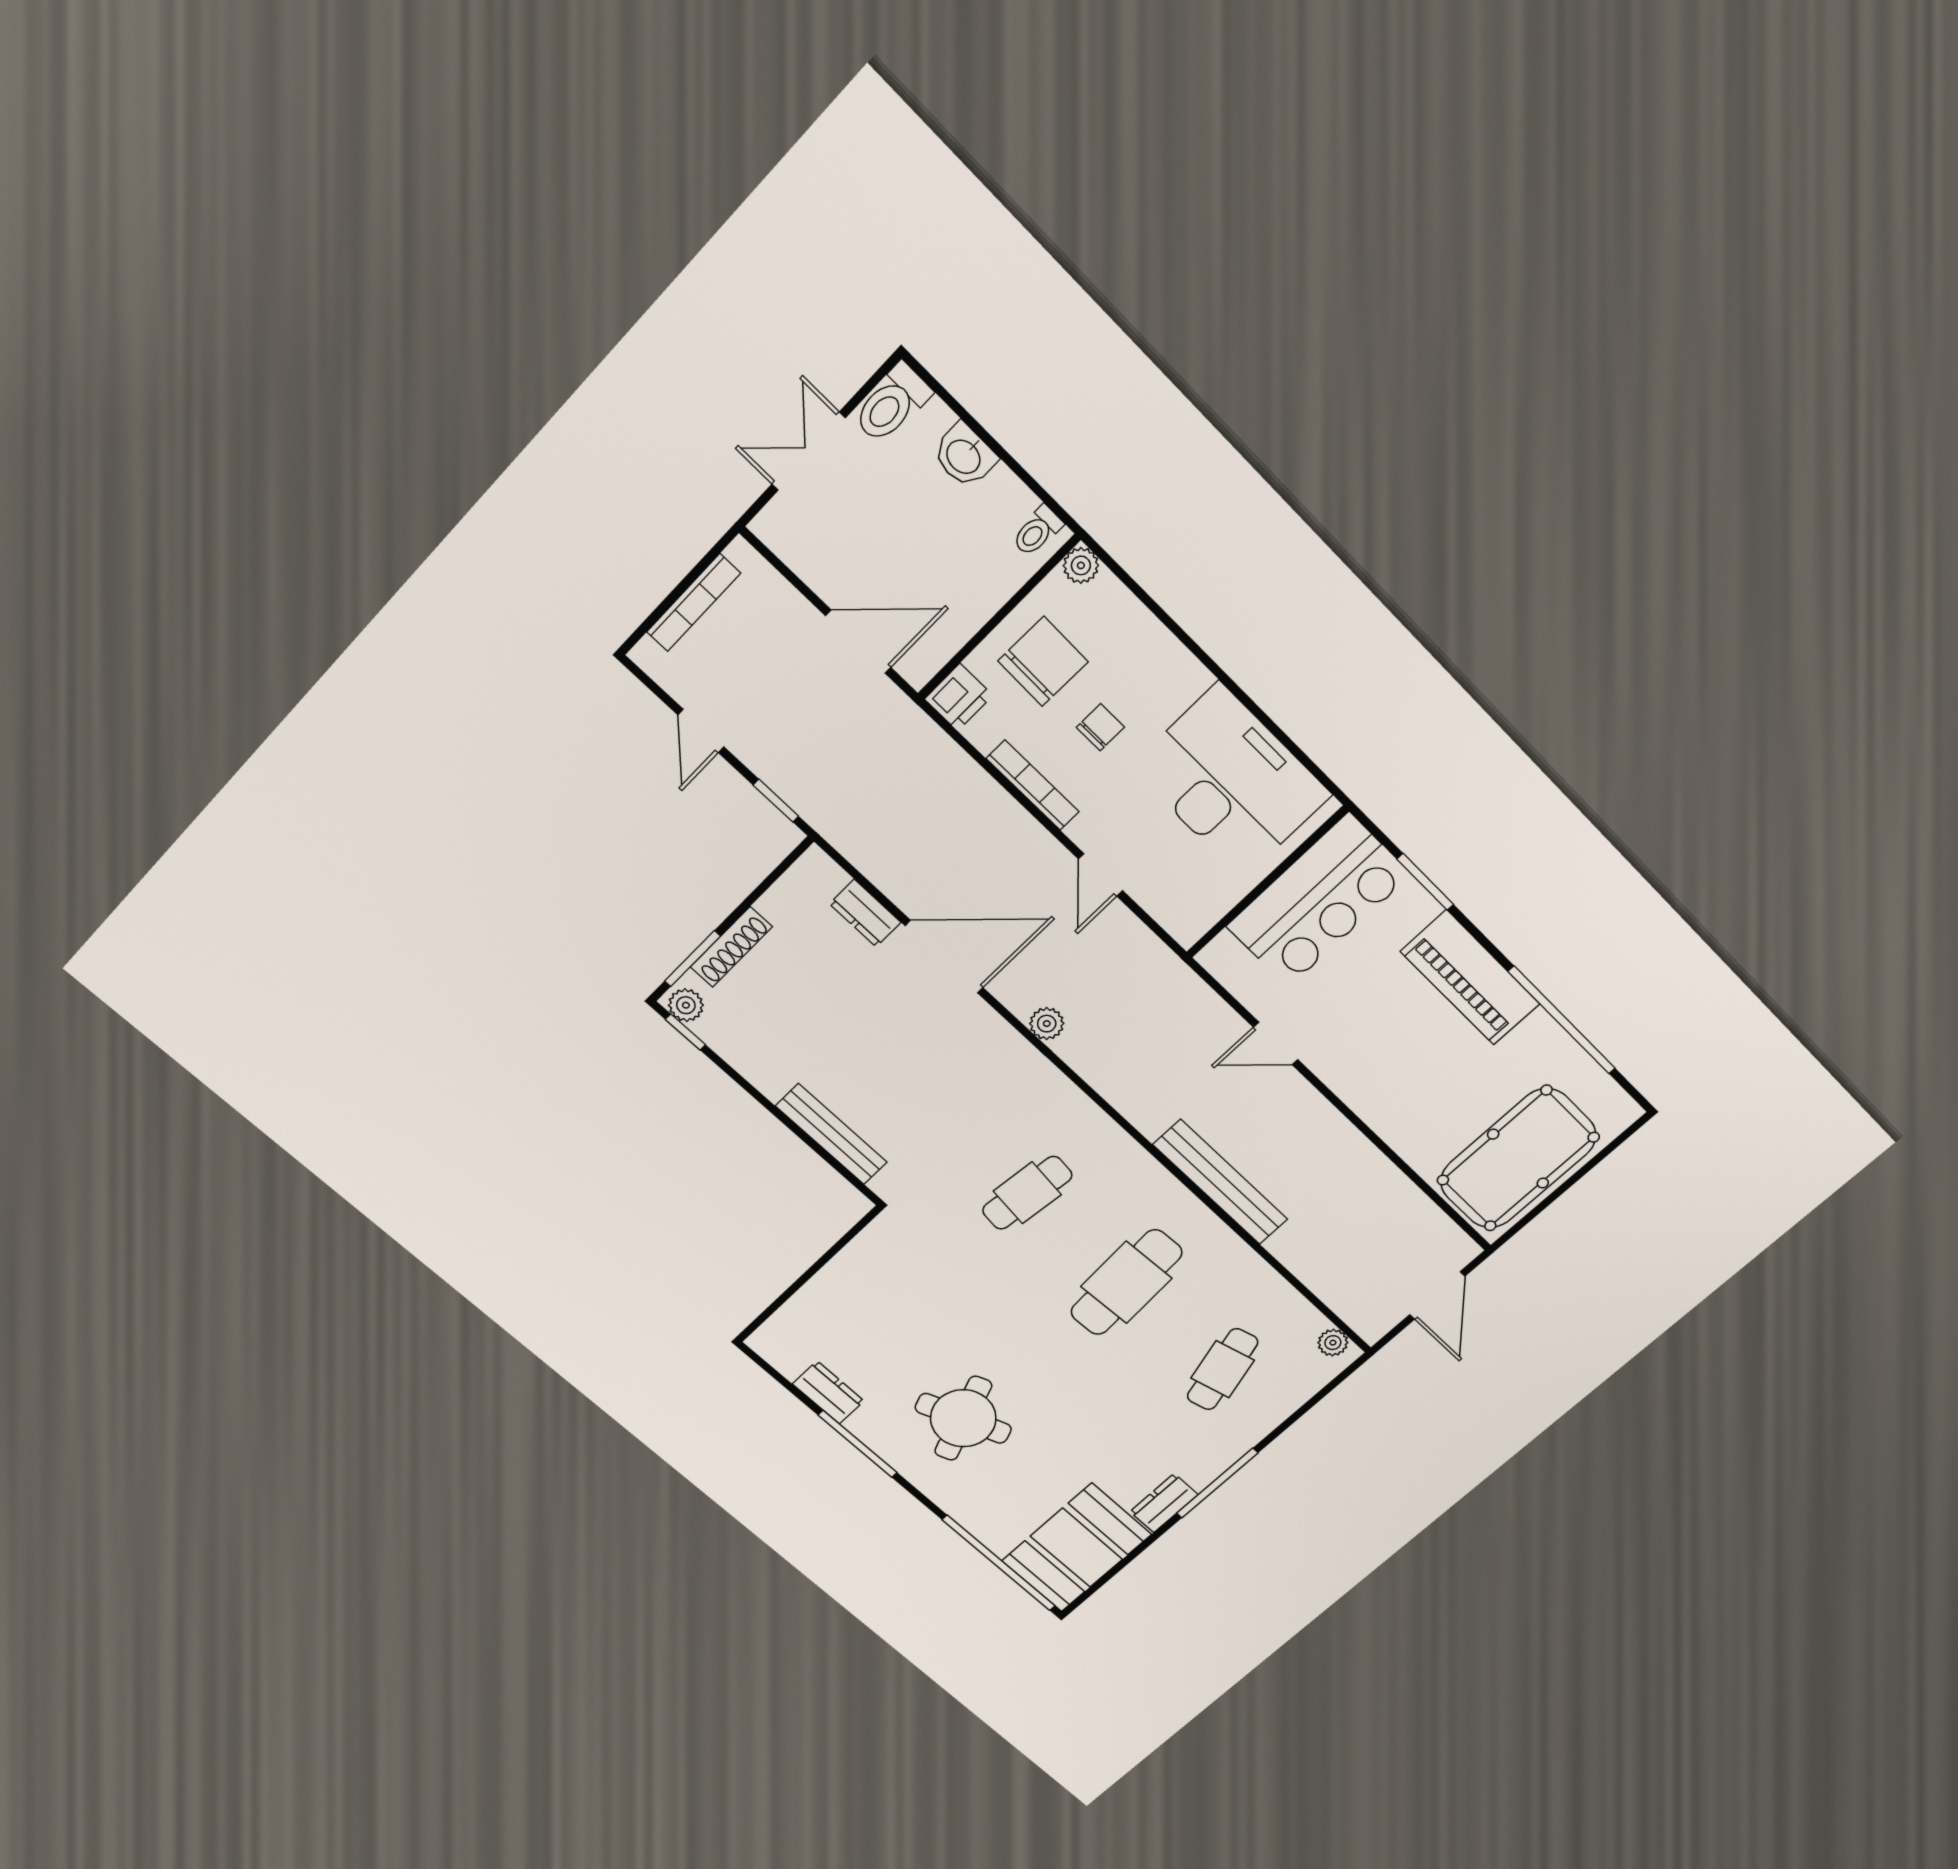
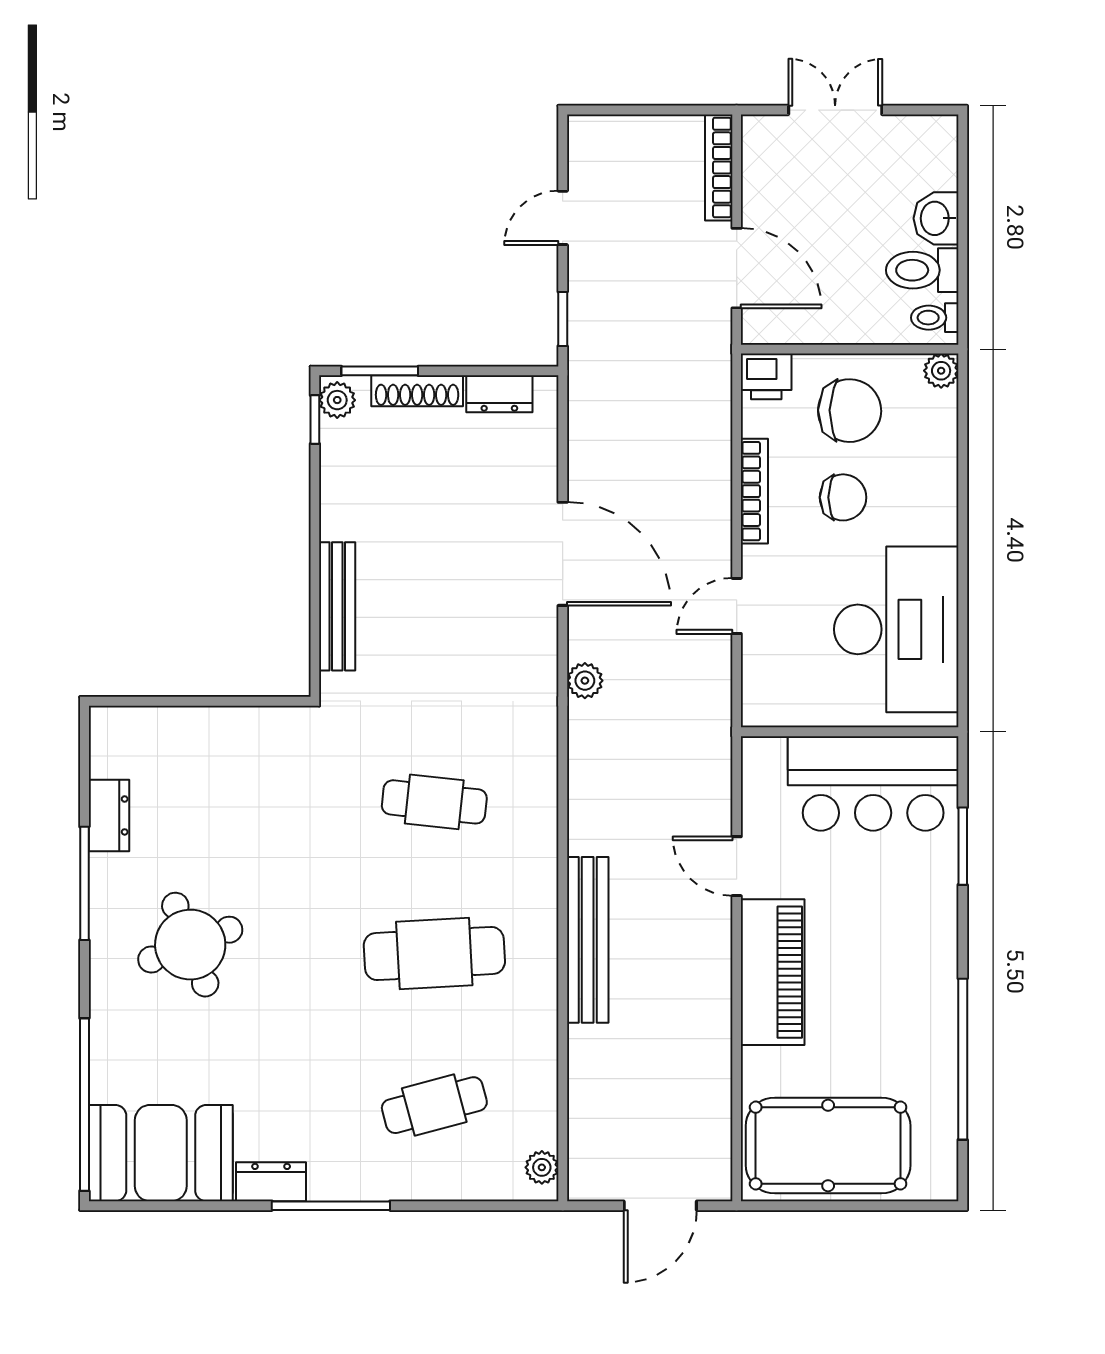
toilet: (892, 404) -> (922, 270), moved
bookcase: (694, 603) -> (719, 168), moved, turned 90
chair: (1100, 727) -> (843, 497), width x1.37, depth x1.37
dresser: (865, 913) -> (499, 394), moved, turned -90
piano: (1470, 978) -> (773, 972), moved, turned 180

